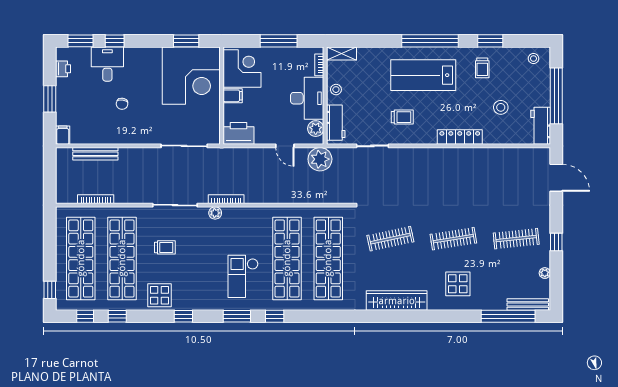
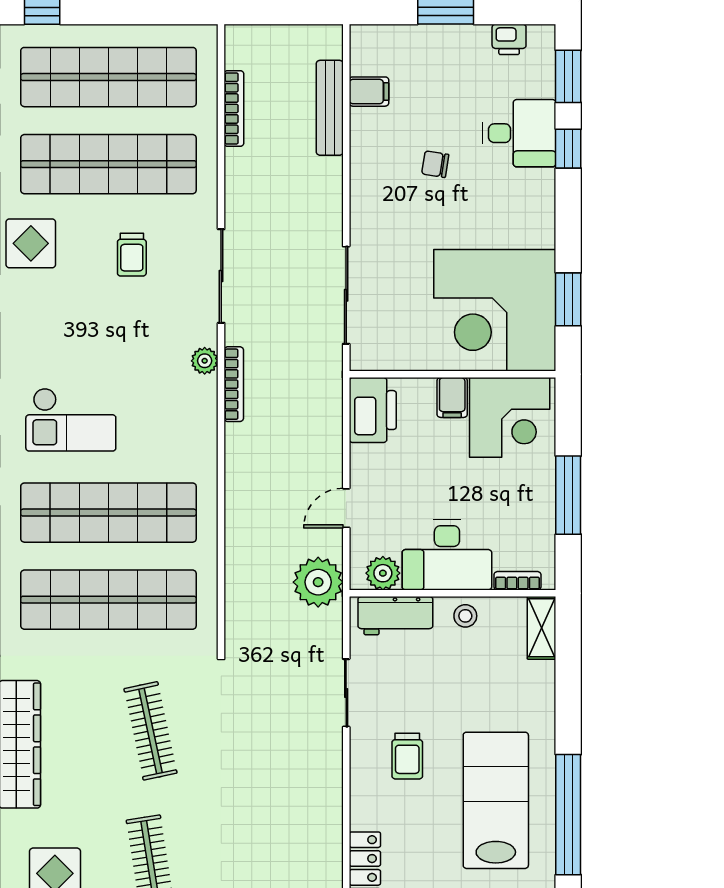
filing cabinet: (63, 135) -> (369, 92), moved
checkout: (243, 276) -> (71, 420), turned 180

